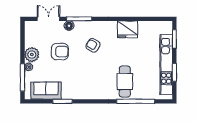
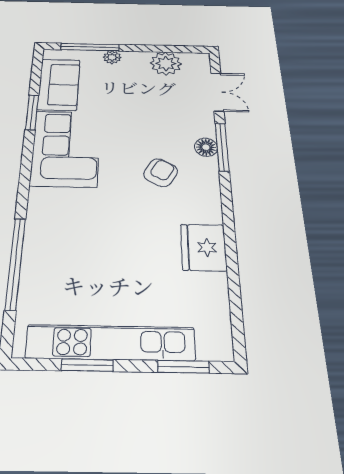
floor lamp: (69, 26) -> (206, 147), moved
armchair: (60, 52) -> (145, 110), removed
plant: (32, 55) -> (166, 64), moved
cafe table: (125, 82) -> (69, 239), removed
corner sofa: (81, 85) -> (66, 148), added

